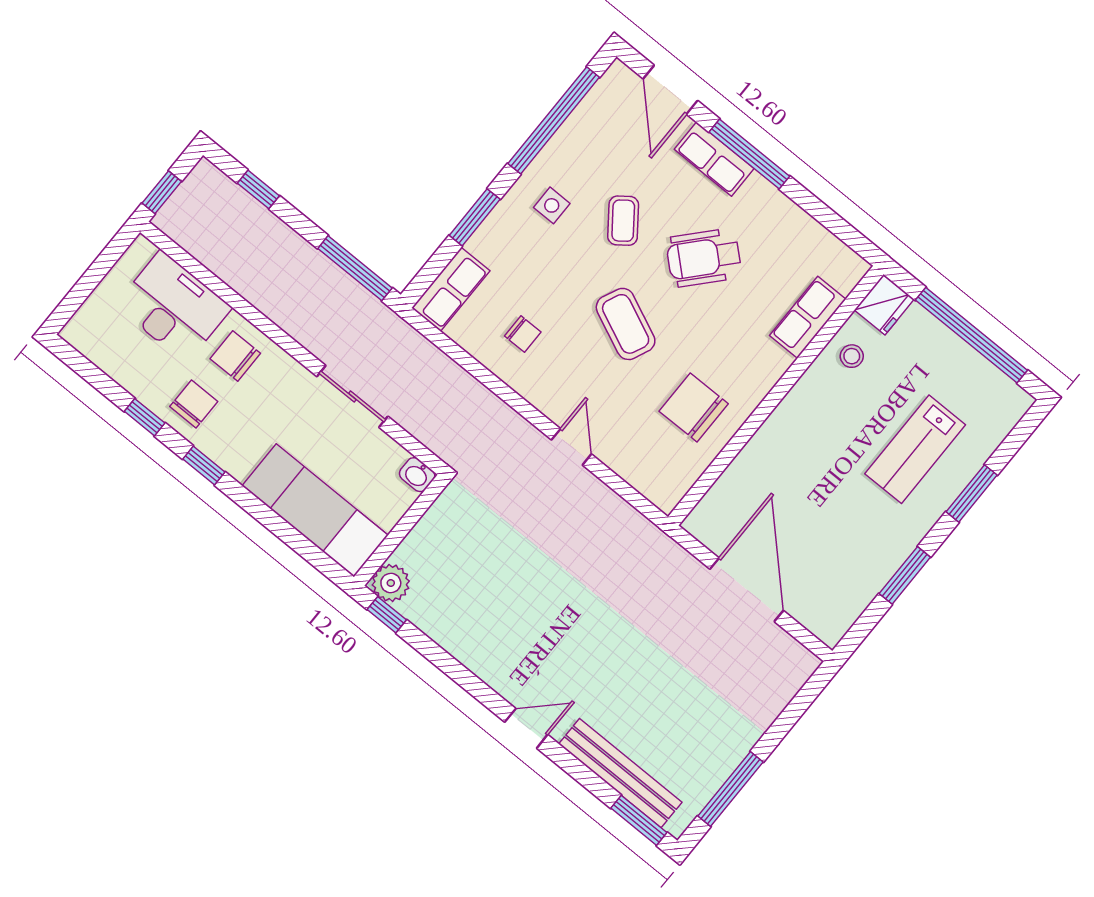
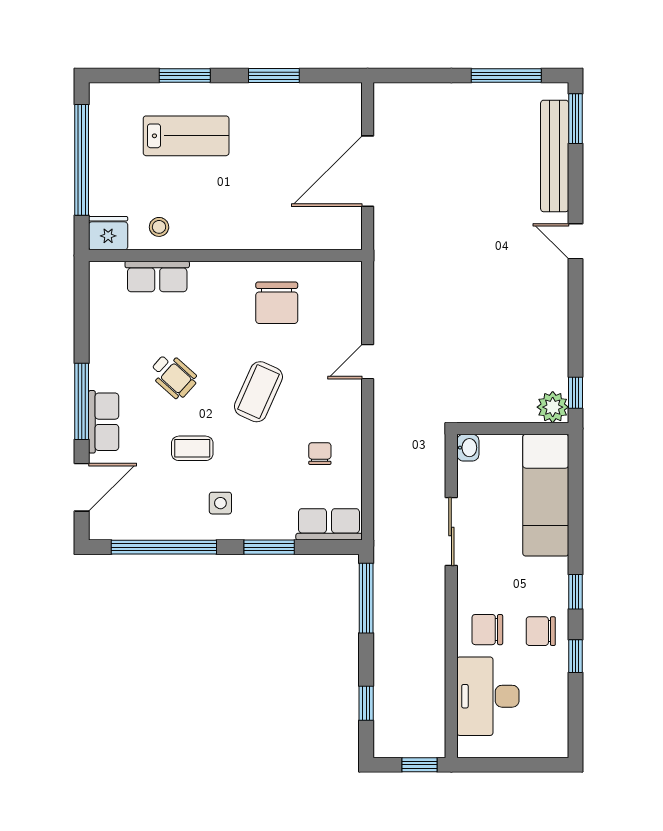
coffee table: (623, 221) -> (192, 448), turned 37
wheelchair: (704, 258) -> (174, 376), width x0.73, depth x0.73
chair: (235, 356) -> (487, 630), turned 90

